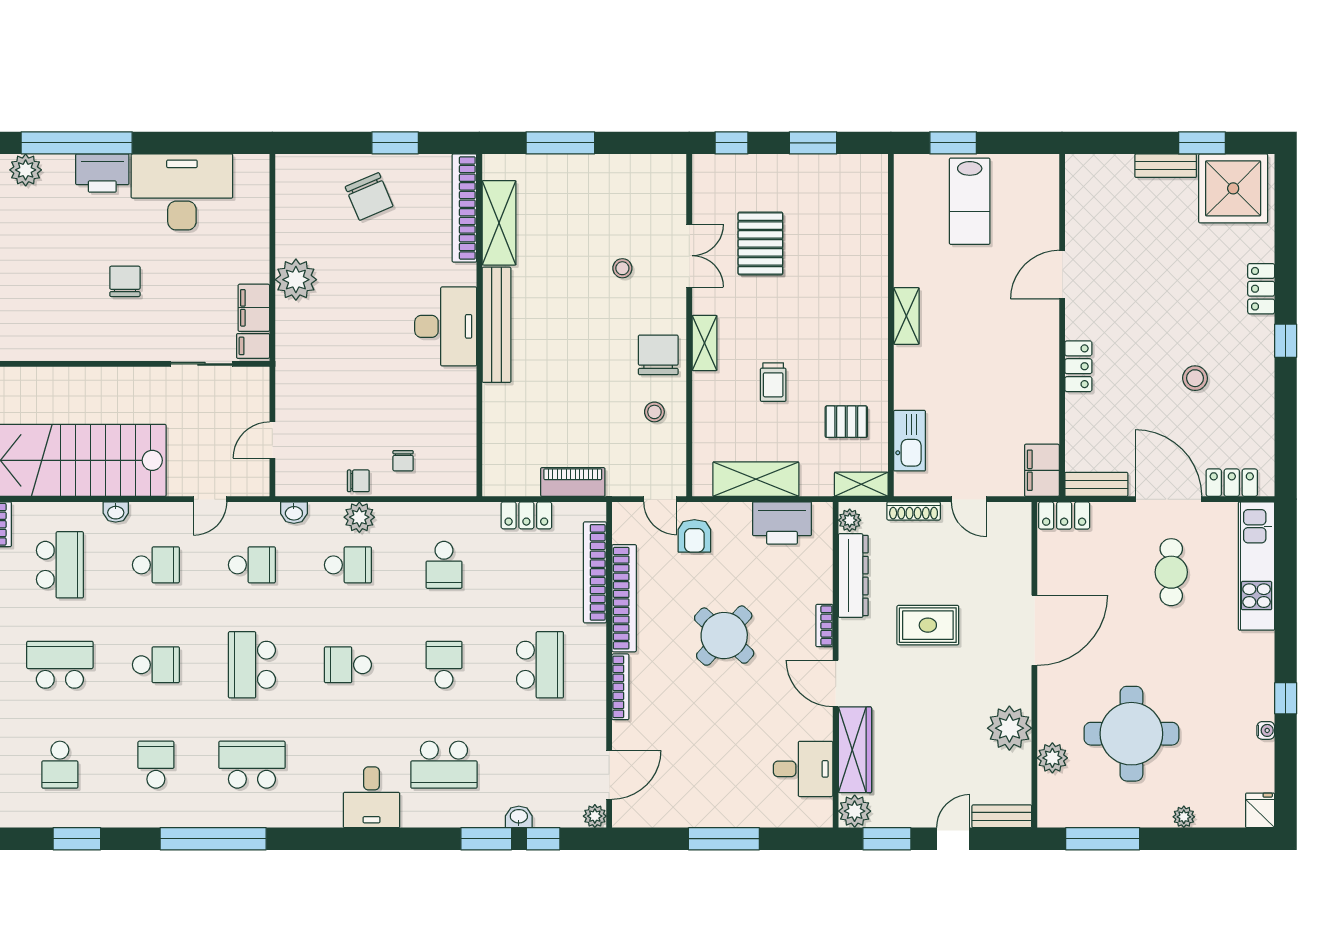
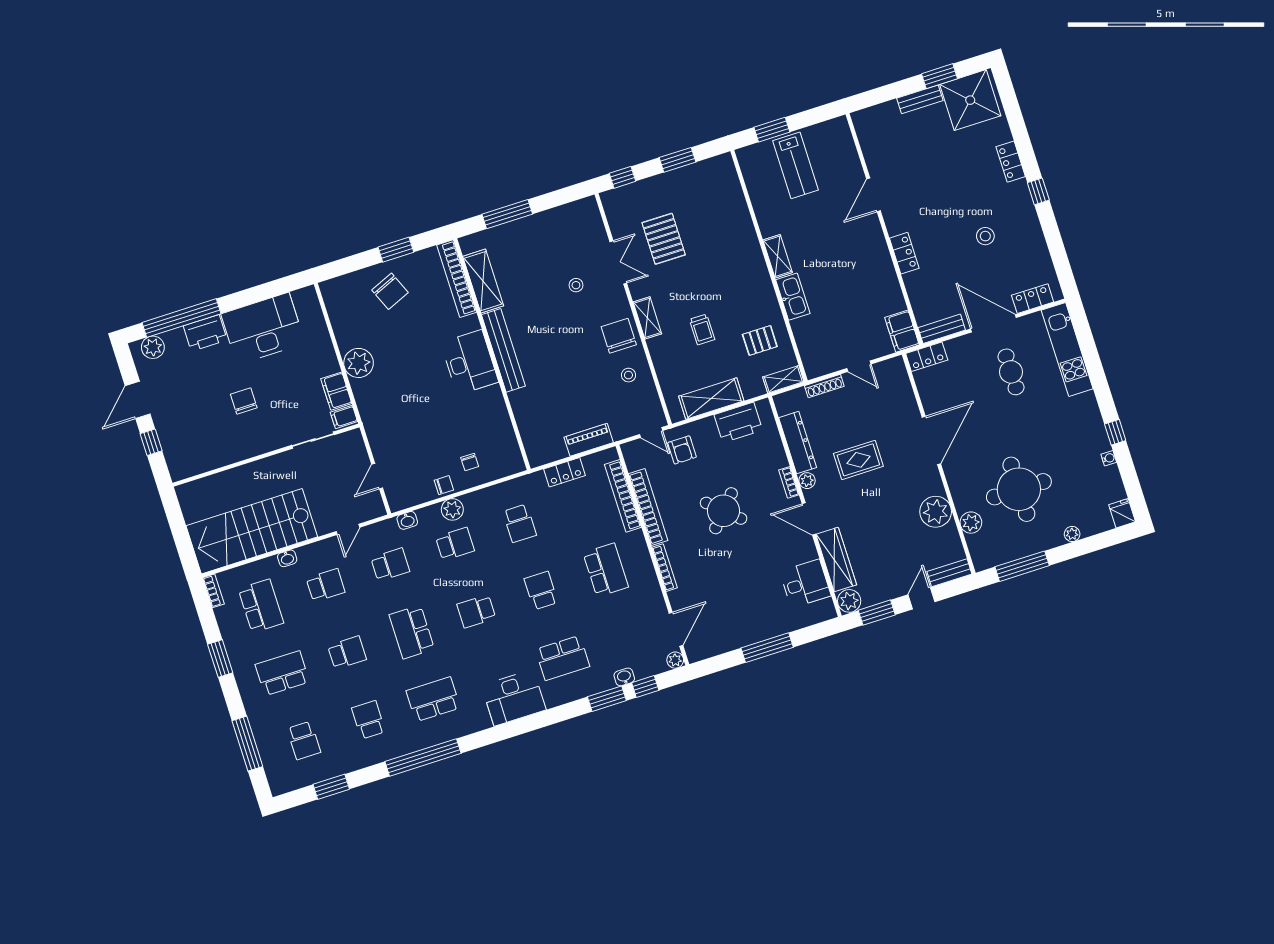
kitchen sink: (910, 441) -> (793, 297), moved
plant: (850, 520) -> (807, 481), moved
desk: (372, 797) -> (514, 698), width x1.37

